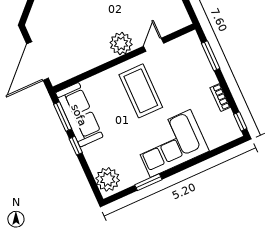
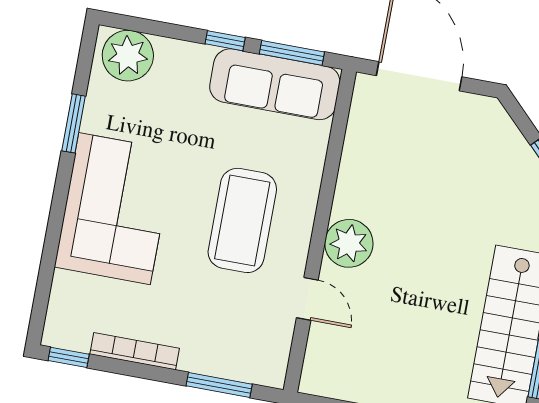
coffee table: (141, 91) -> (242, 220), turned 90
bookcase: (220, 97) -> (135, 351), width x1.56

